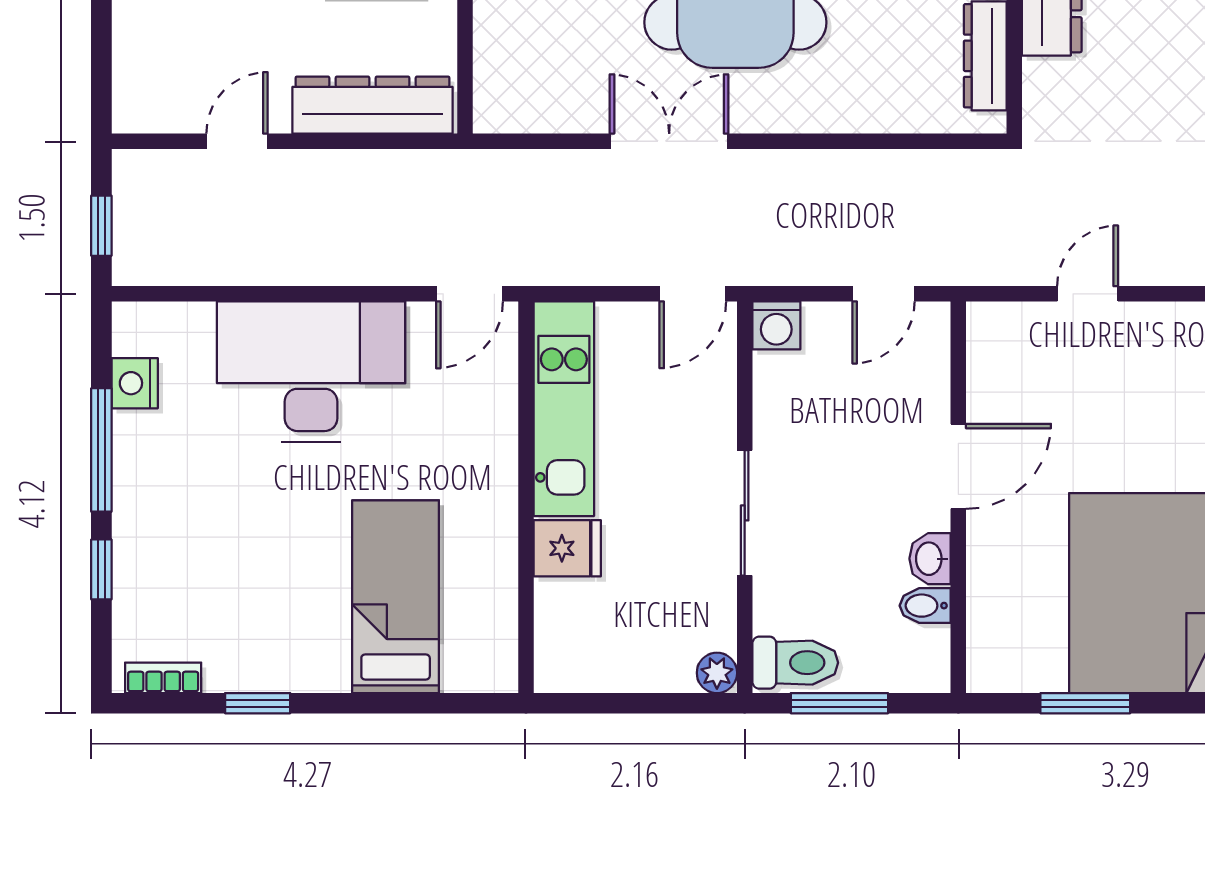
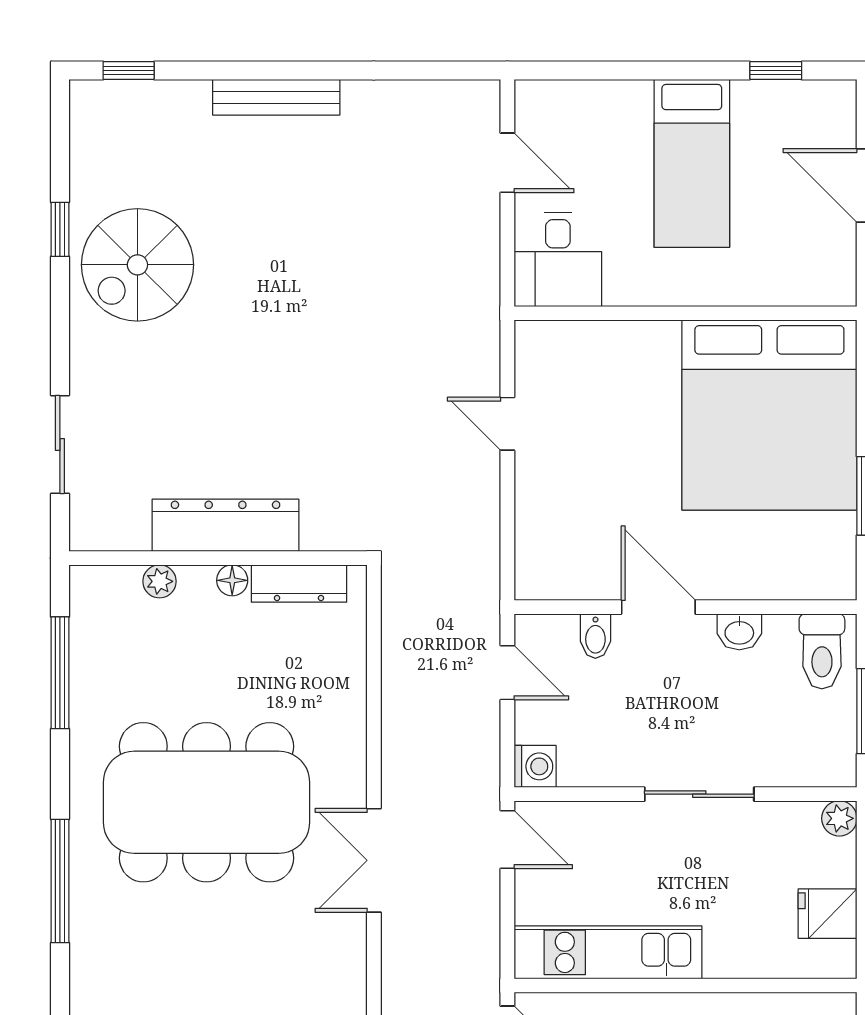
door: (1088, 294) -> (507, 424), moved
fridge: (567, 548) -> (828, 914), moved, turned -90
bidet: (925, 606) -> (595, 636), moved
toilet: (795, 663) -> (822, 651), moved, turned 180

